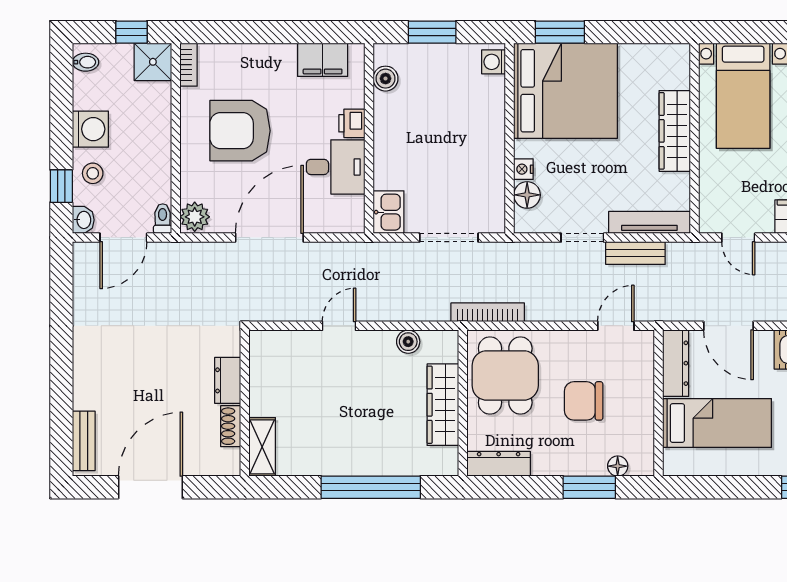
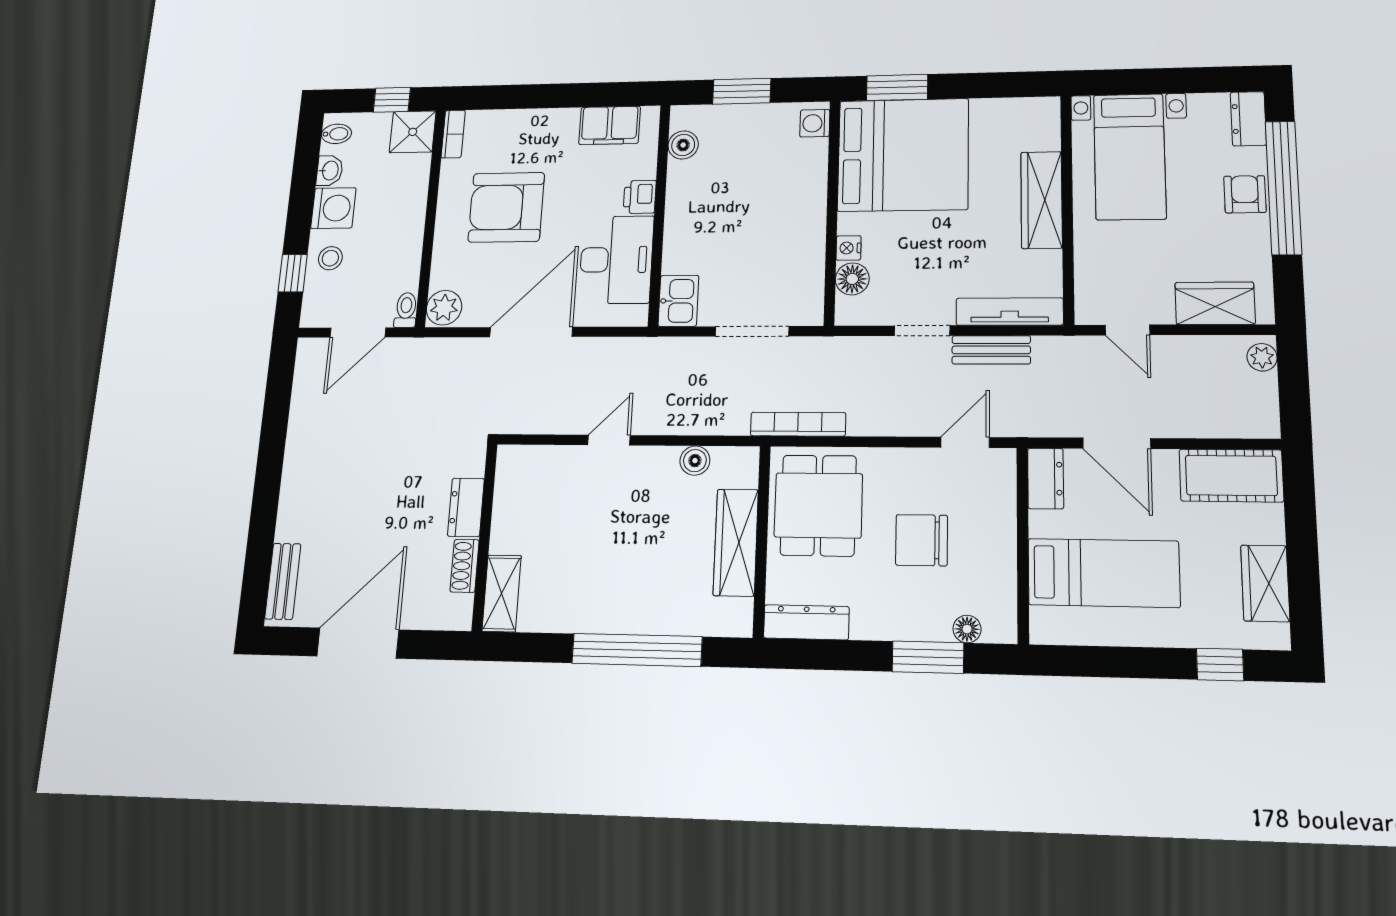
desk: (336, 167) -> (616, 260), width x1.37
washbasin: (83, 220) -> (330, 171), moved
dresser: (676, 363) -> (1046, 478), width x0.70

